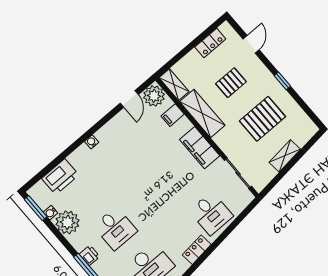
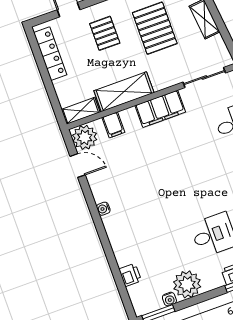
locker: (210, 43) -> (50, 54), width x1.53
pallet: (231, 83) -> (105, 33), moved
water cooler: (92, 142) -> (103, 209), moved
printer: (60, 177) -> (130, 275), width x0.53, depth x0.68

